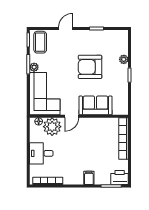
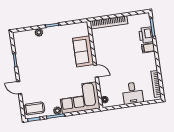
armchair: (90, 67) -> (50, 61), removed
plant: (52, 127) -> (108, 87), removed
printer: (120, 178) -> (146, 35), moved

